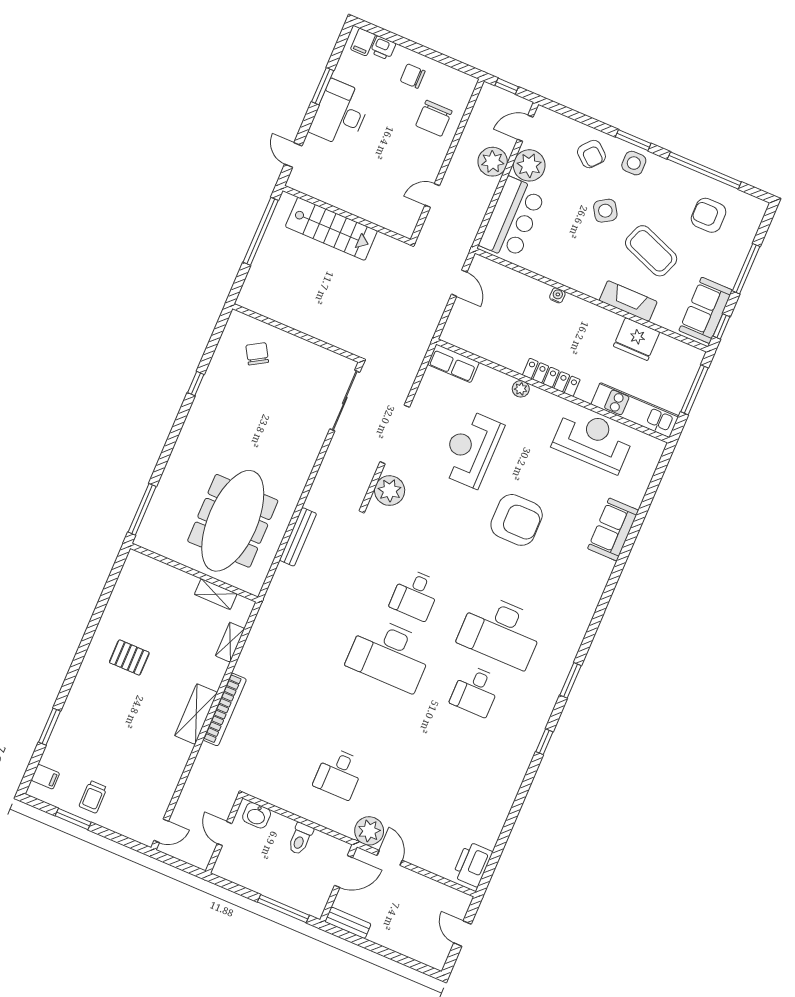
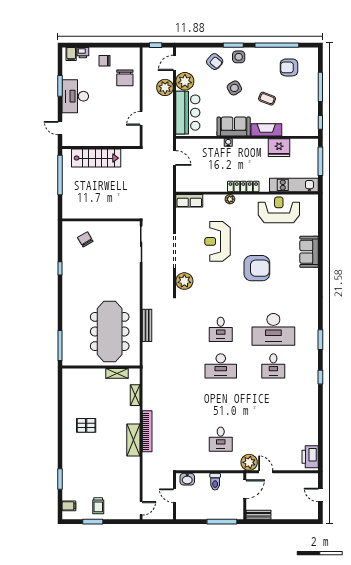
coffee table: (651, 251) -> (267, 99), width x0.54, depth x0.58
sofa: (706, 310) -> (234, 127), moved, turned 90
desk: (390, 654) -> (221, 366), width x0.73, depth x0.77

